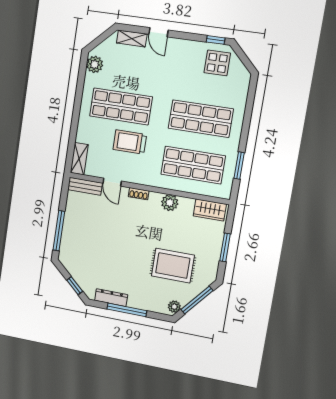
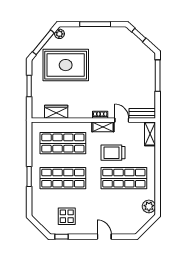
shelving: (132, 38) -> (103, 127), moved
display table: (217, 63) -> (67, 216), moved
trolley: (130, 142) -> (113, 153), turned 180
window: (239, 165) -> (29, 177), moved
plant: (170, 203) -> (76, 112), removed
wardrobe: (210, 210) -> (56, 112), moved
rug: (173, 266) -> (66, 65), width x1.37, depth x1.44
dresser: (111, 298) -> (109, 31), removed

